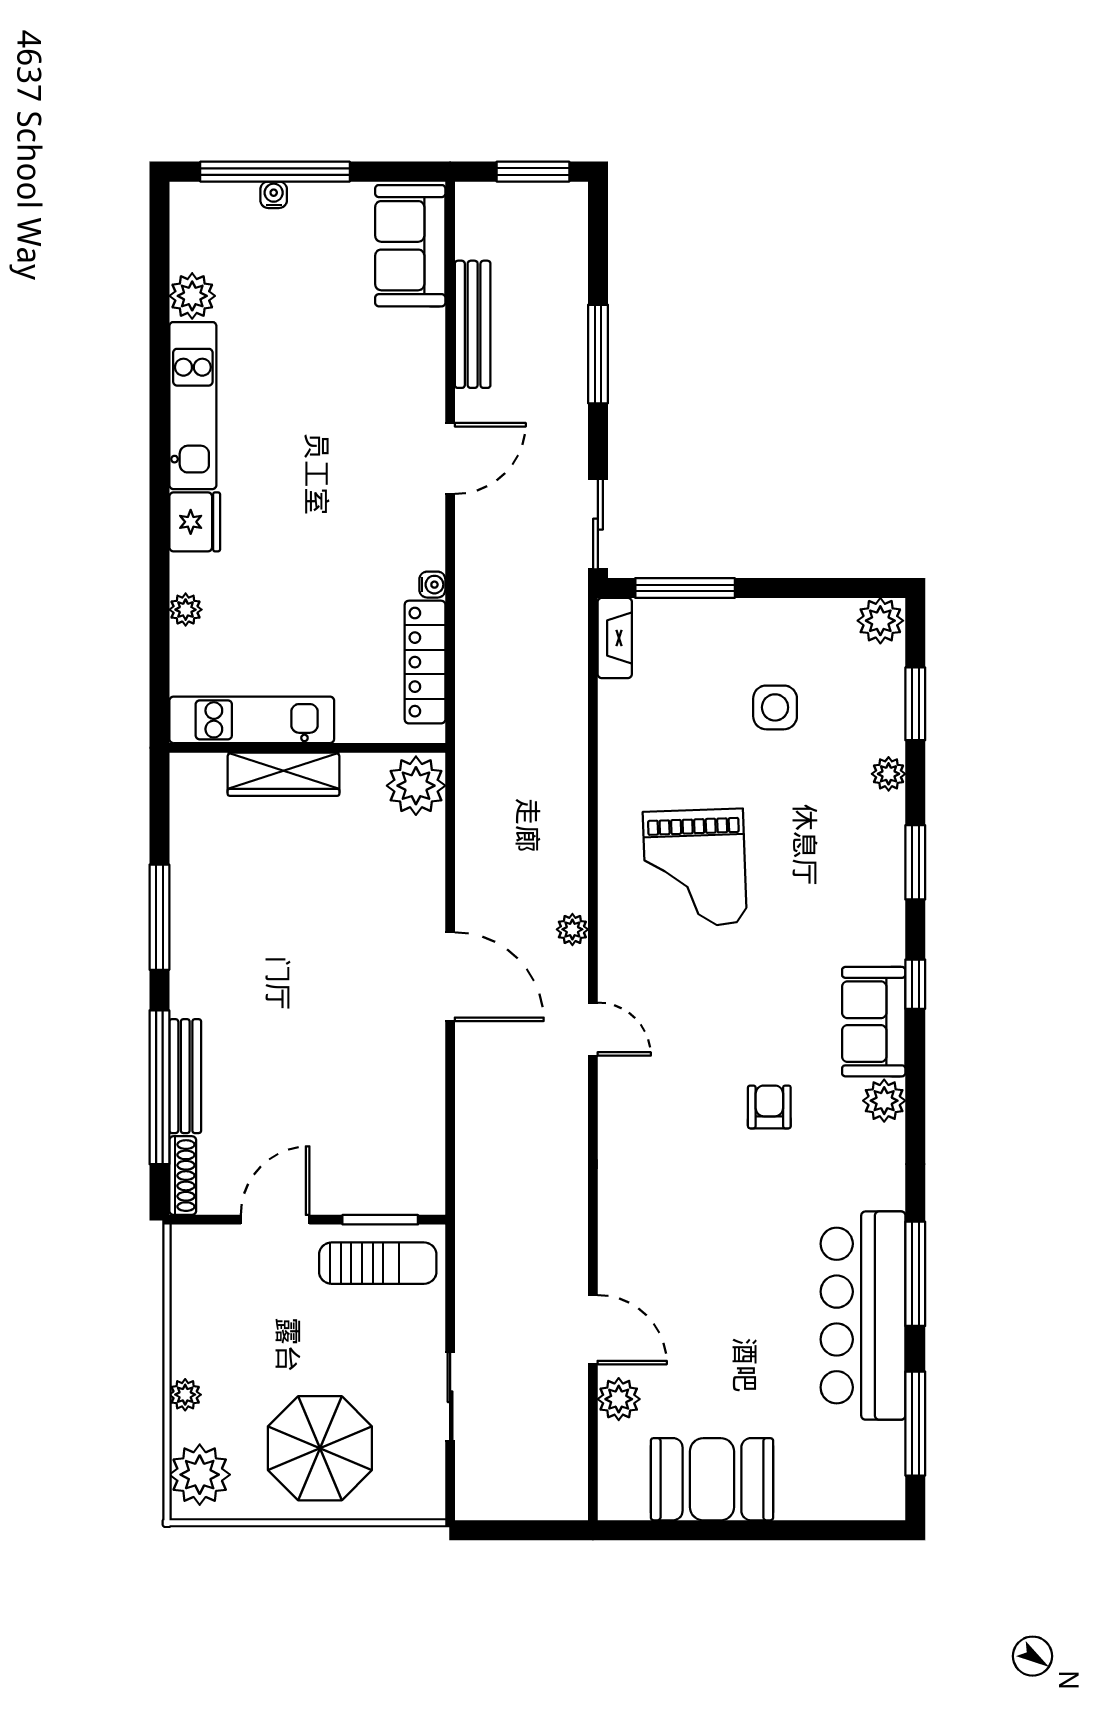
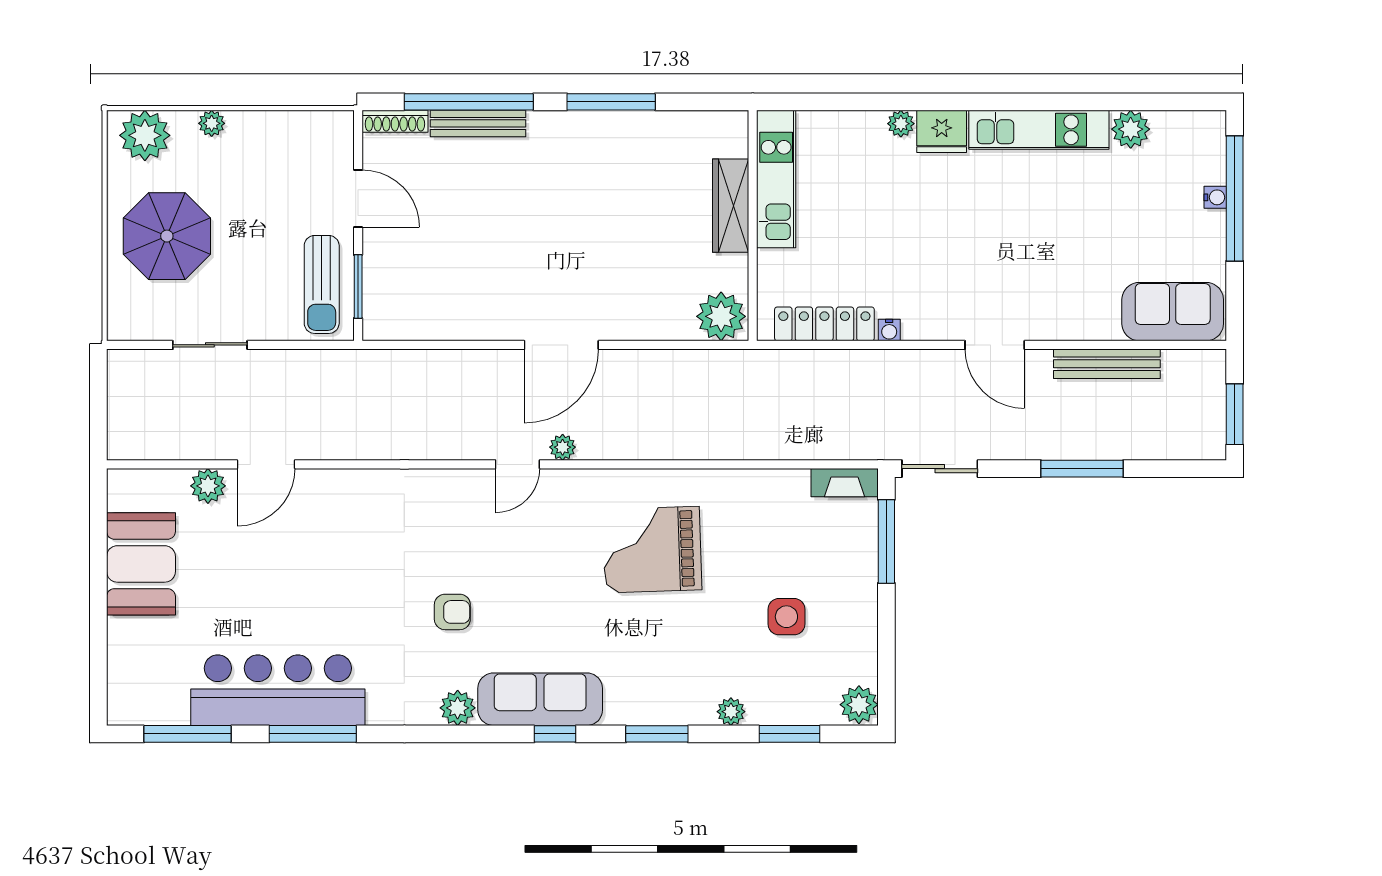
plant: (186, 610) -> (901, 124), moved
plant: (572, 929) -> (563, 447), moved
sofa: (874, 1022) -> (540, 699), width x1.36

